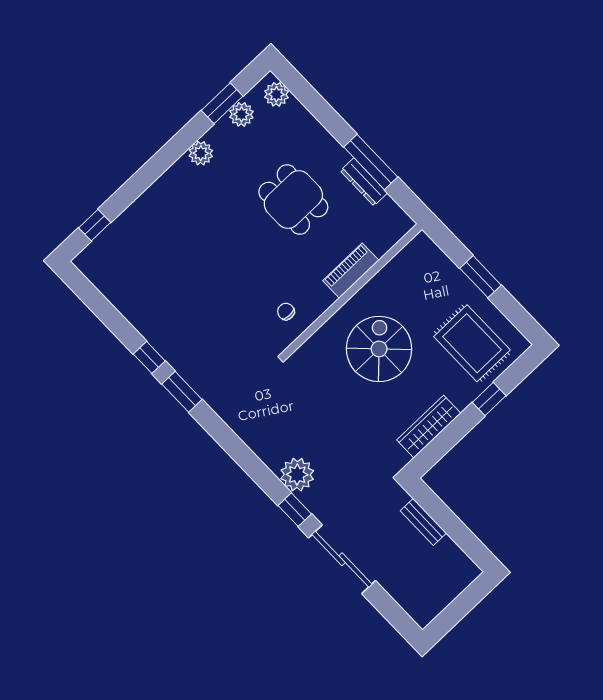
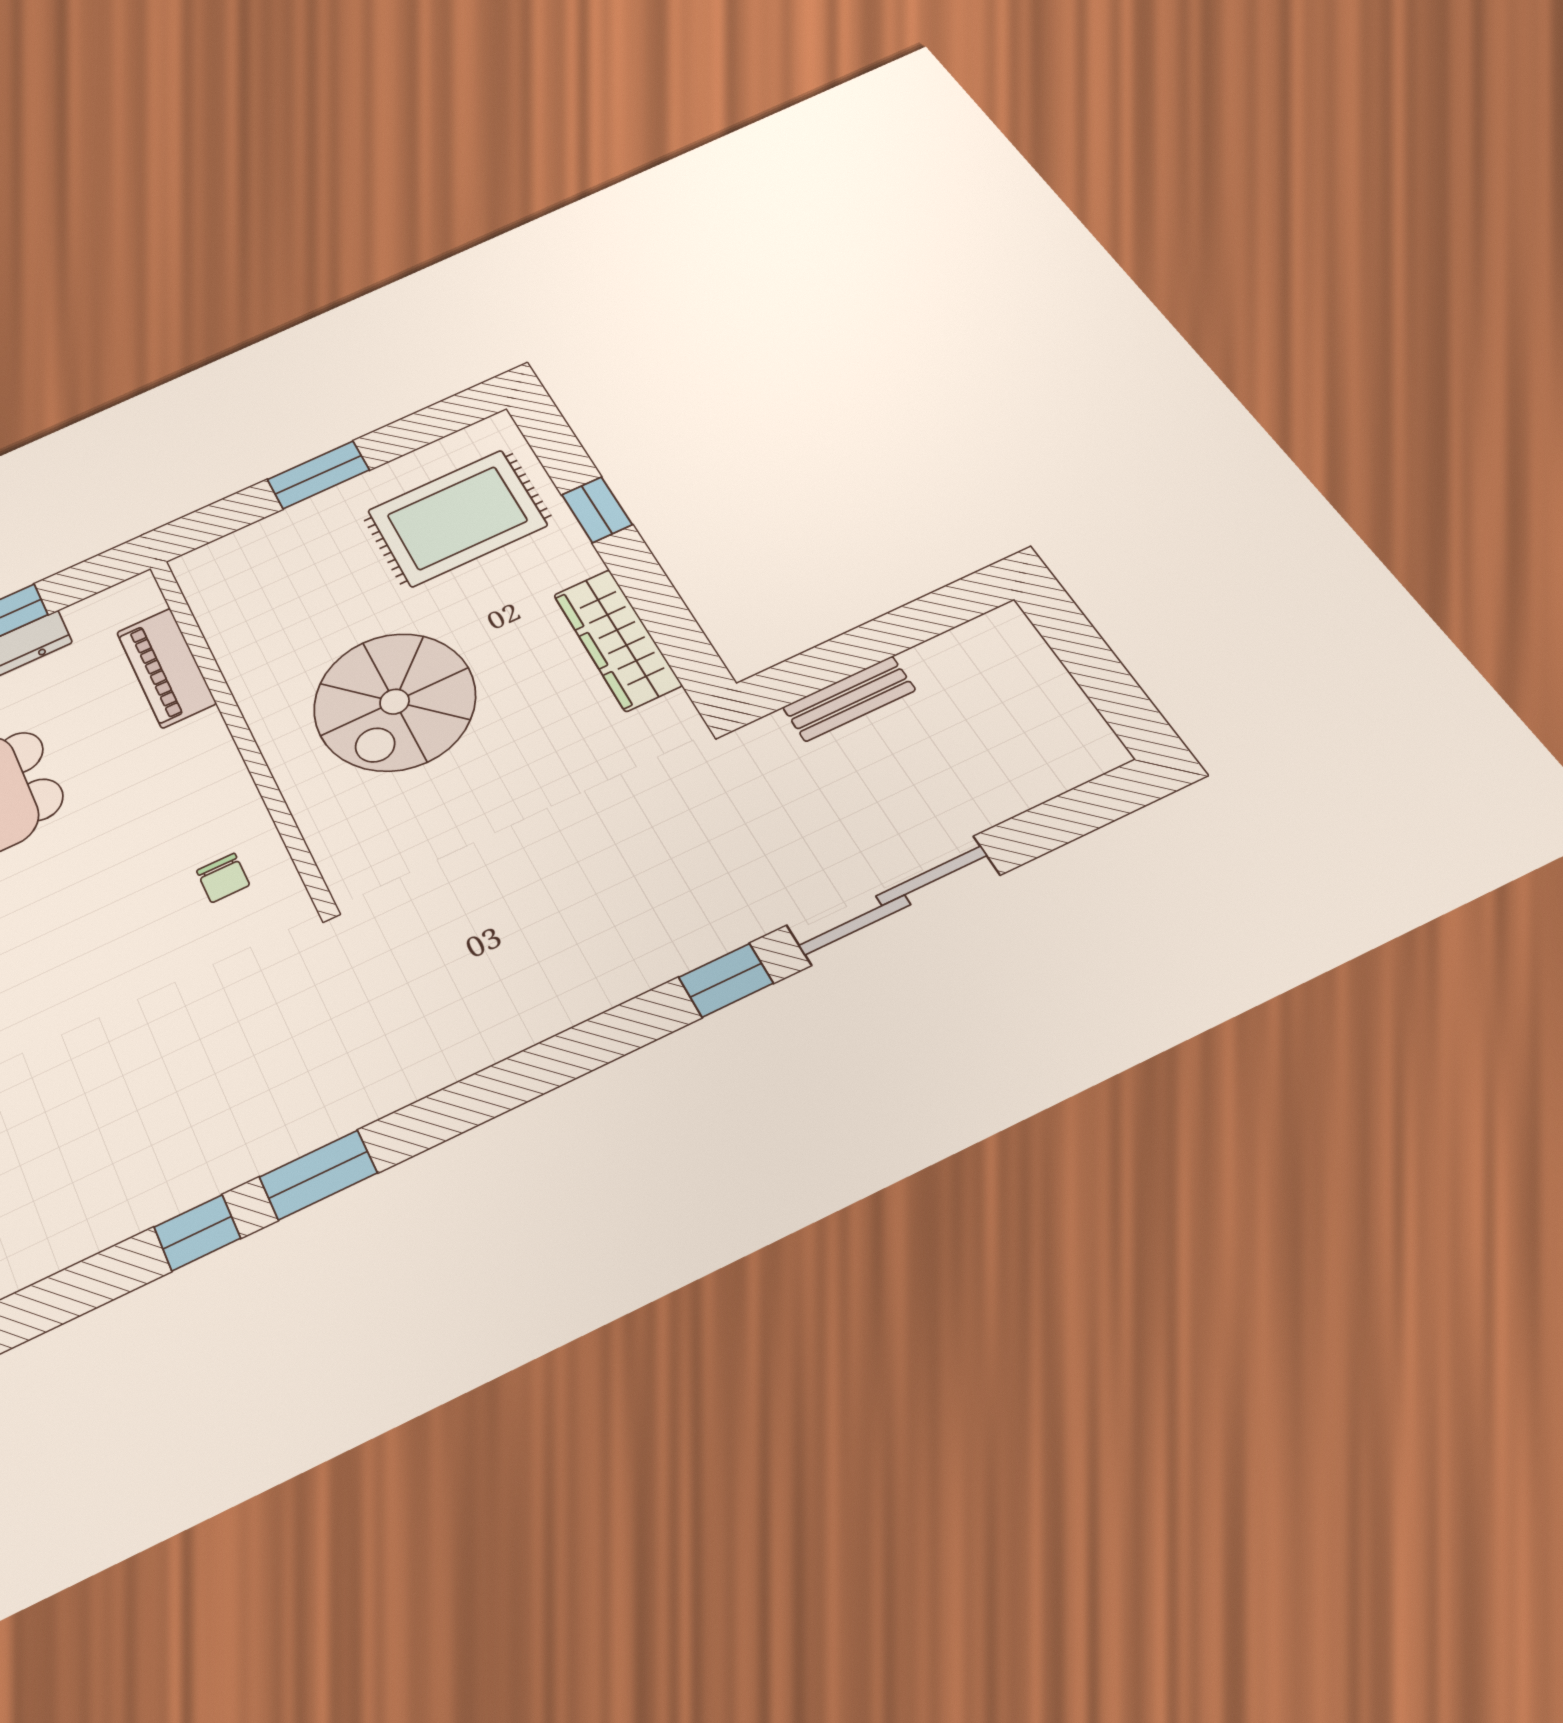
piano: (351, 271) -> (166, 668), moved
chair: (286, 312) -> (223, 878), turned -90
spiral stairs: (379, 349) -> (394, 702), turned -90
plant: (297, 475) -> (635, 952), removed

